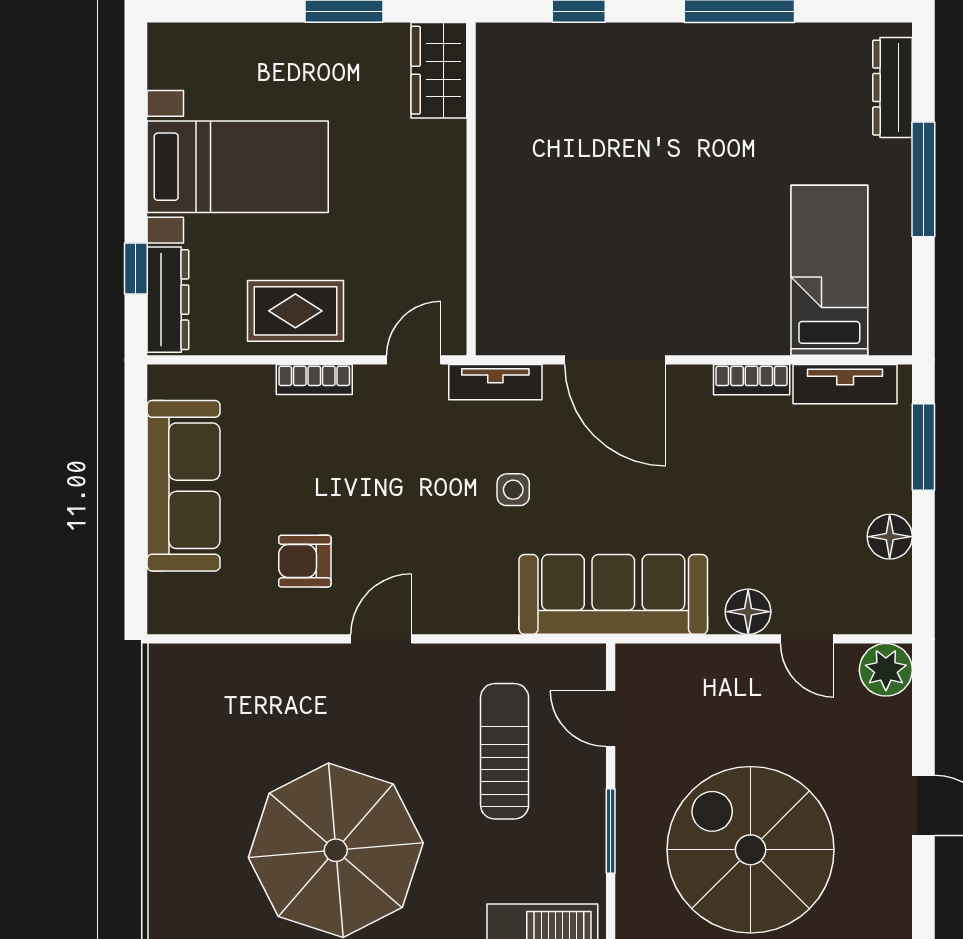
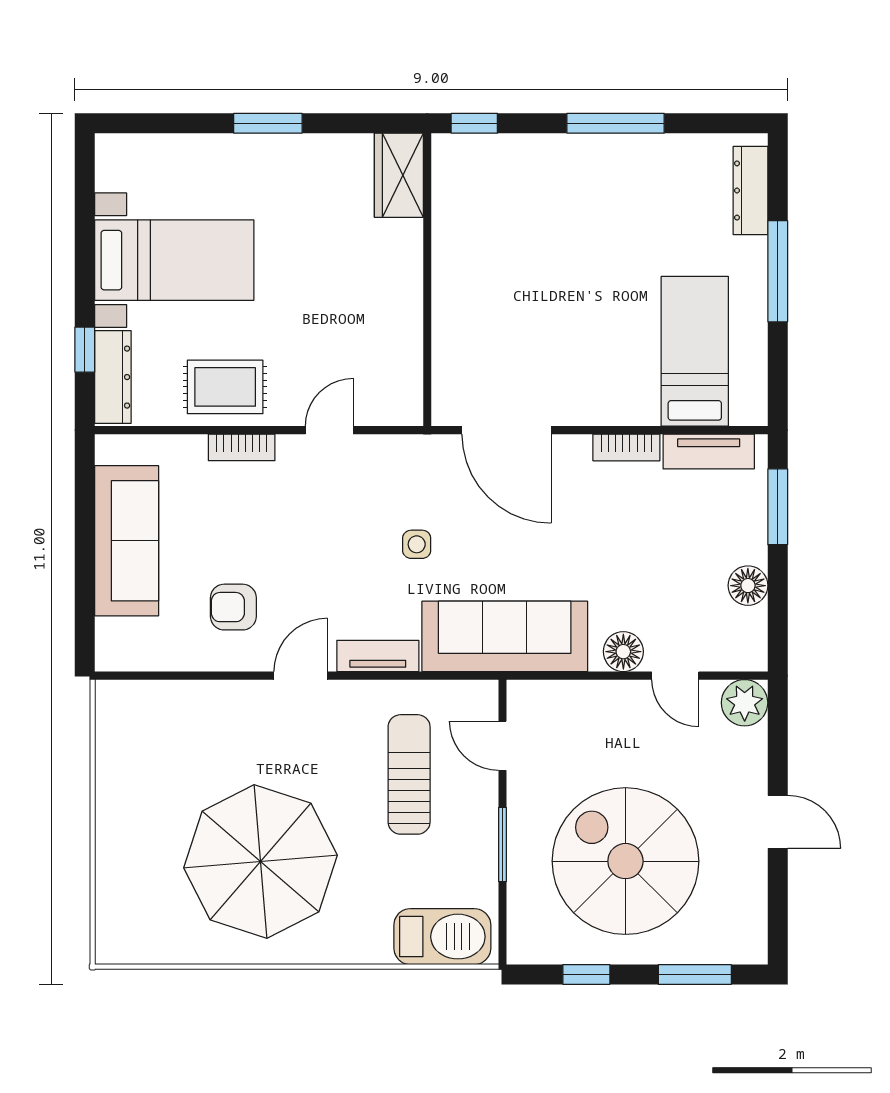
wardrobe: (439, 70) -> (399, 175), moved
wall: (471, 189) -> (427, 280), moved
tv unit: (495, 382) -> (378, 656), moved, turned 180

